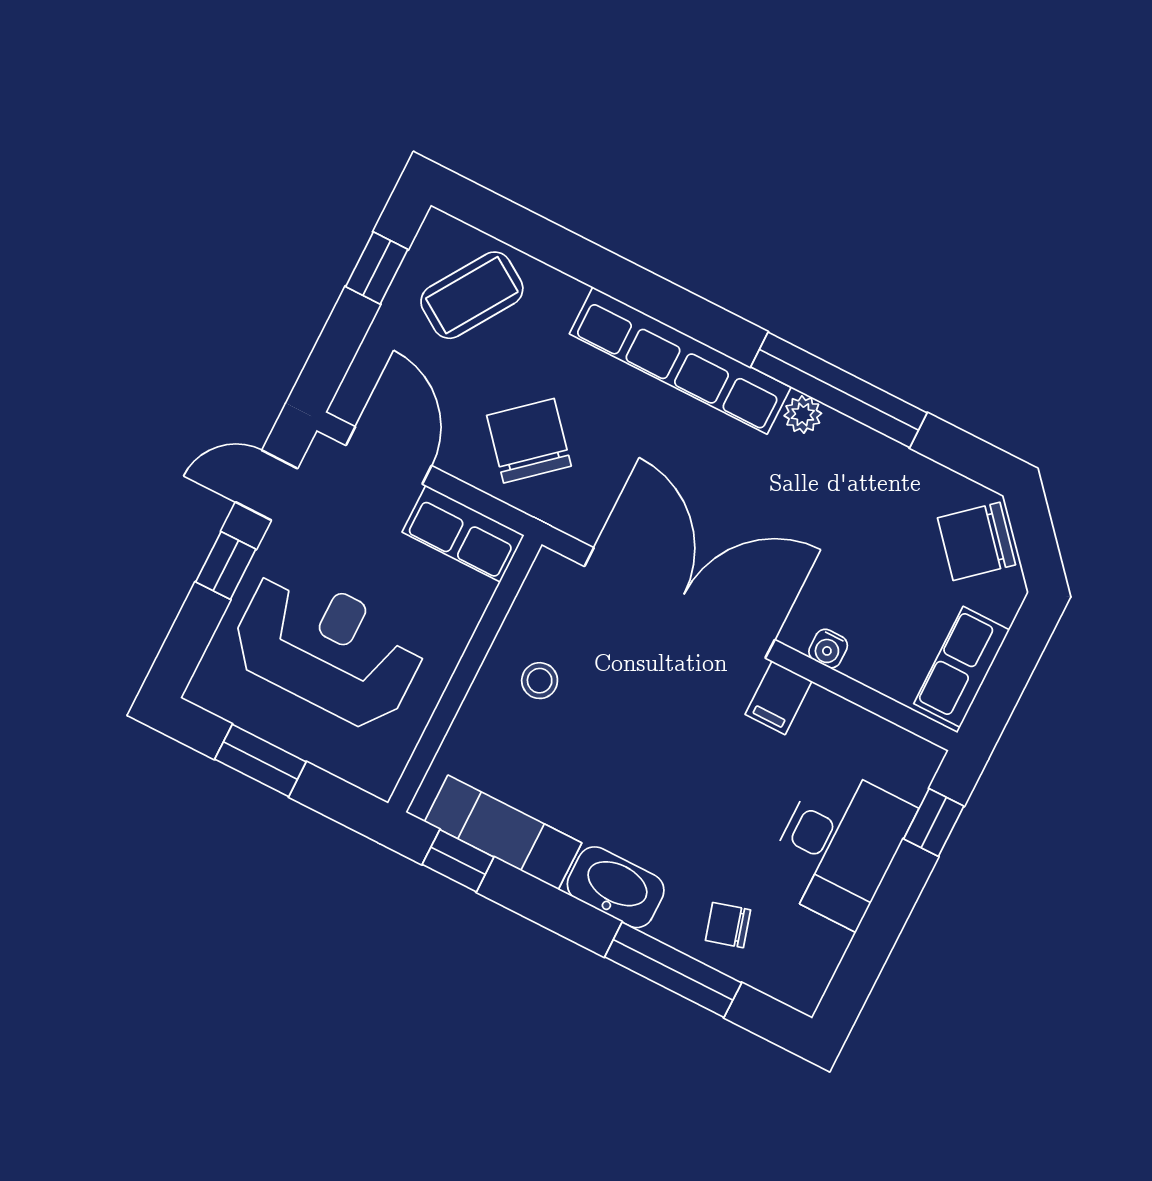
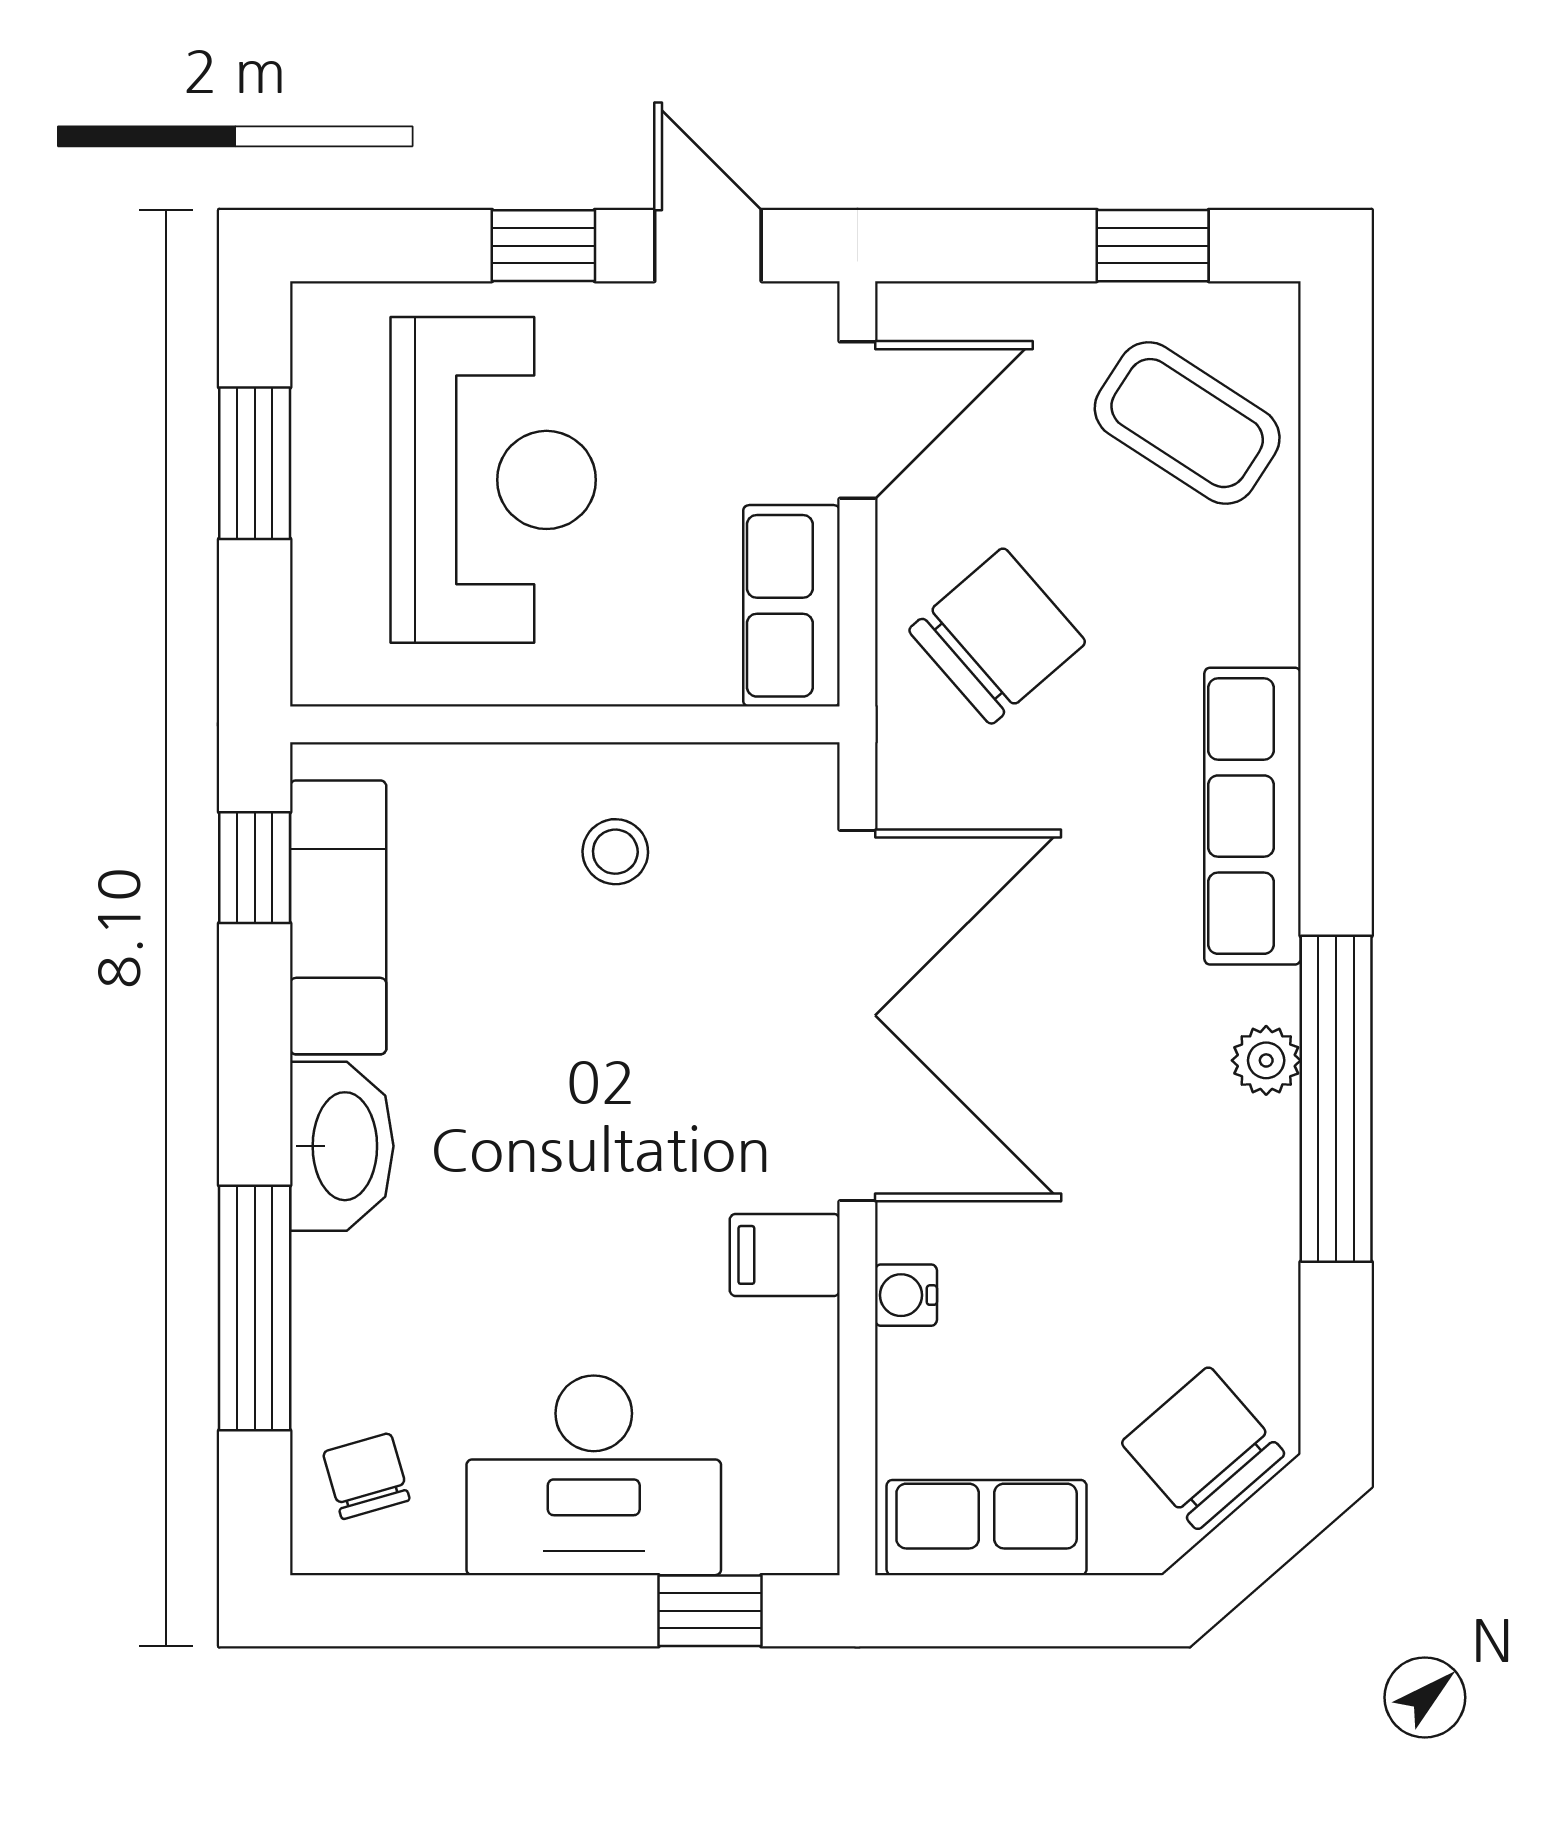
row of seats: (680, 361) -> (1253, 816), width x0.73
chair: (728, 925) -> (366, 1476), moved

